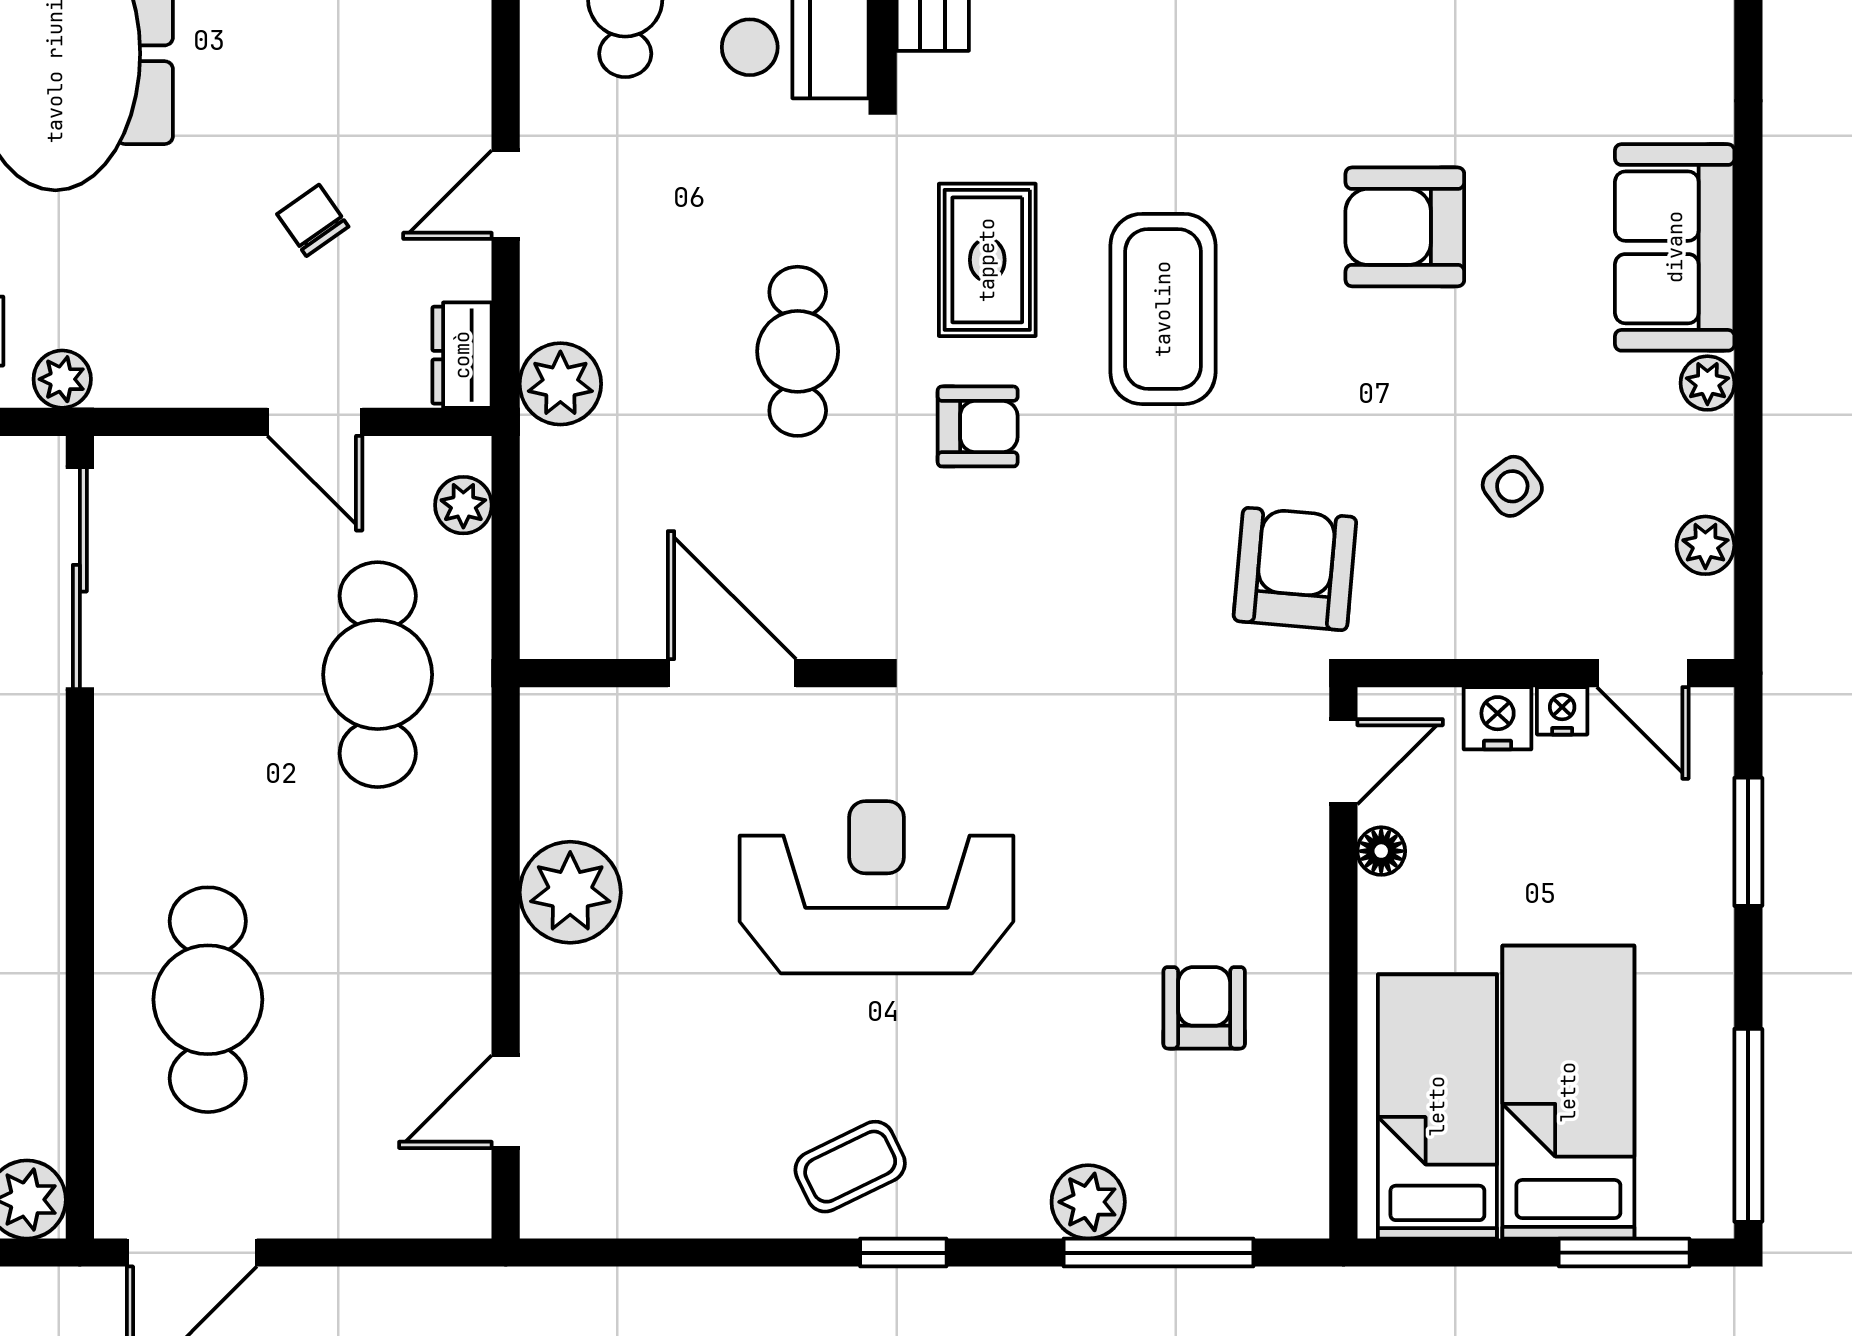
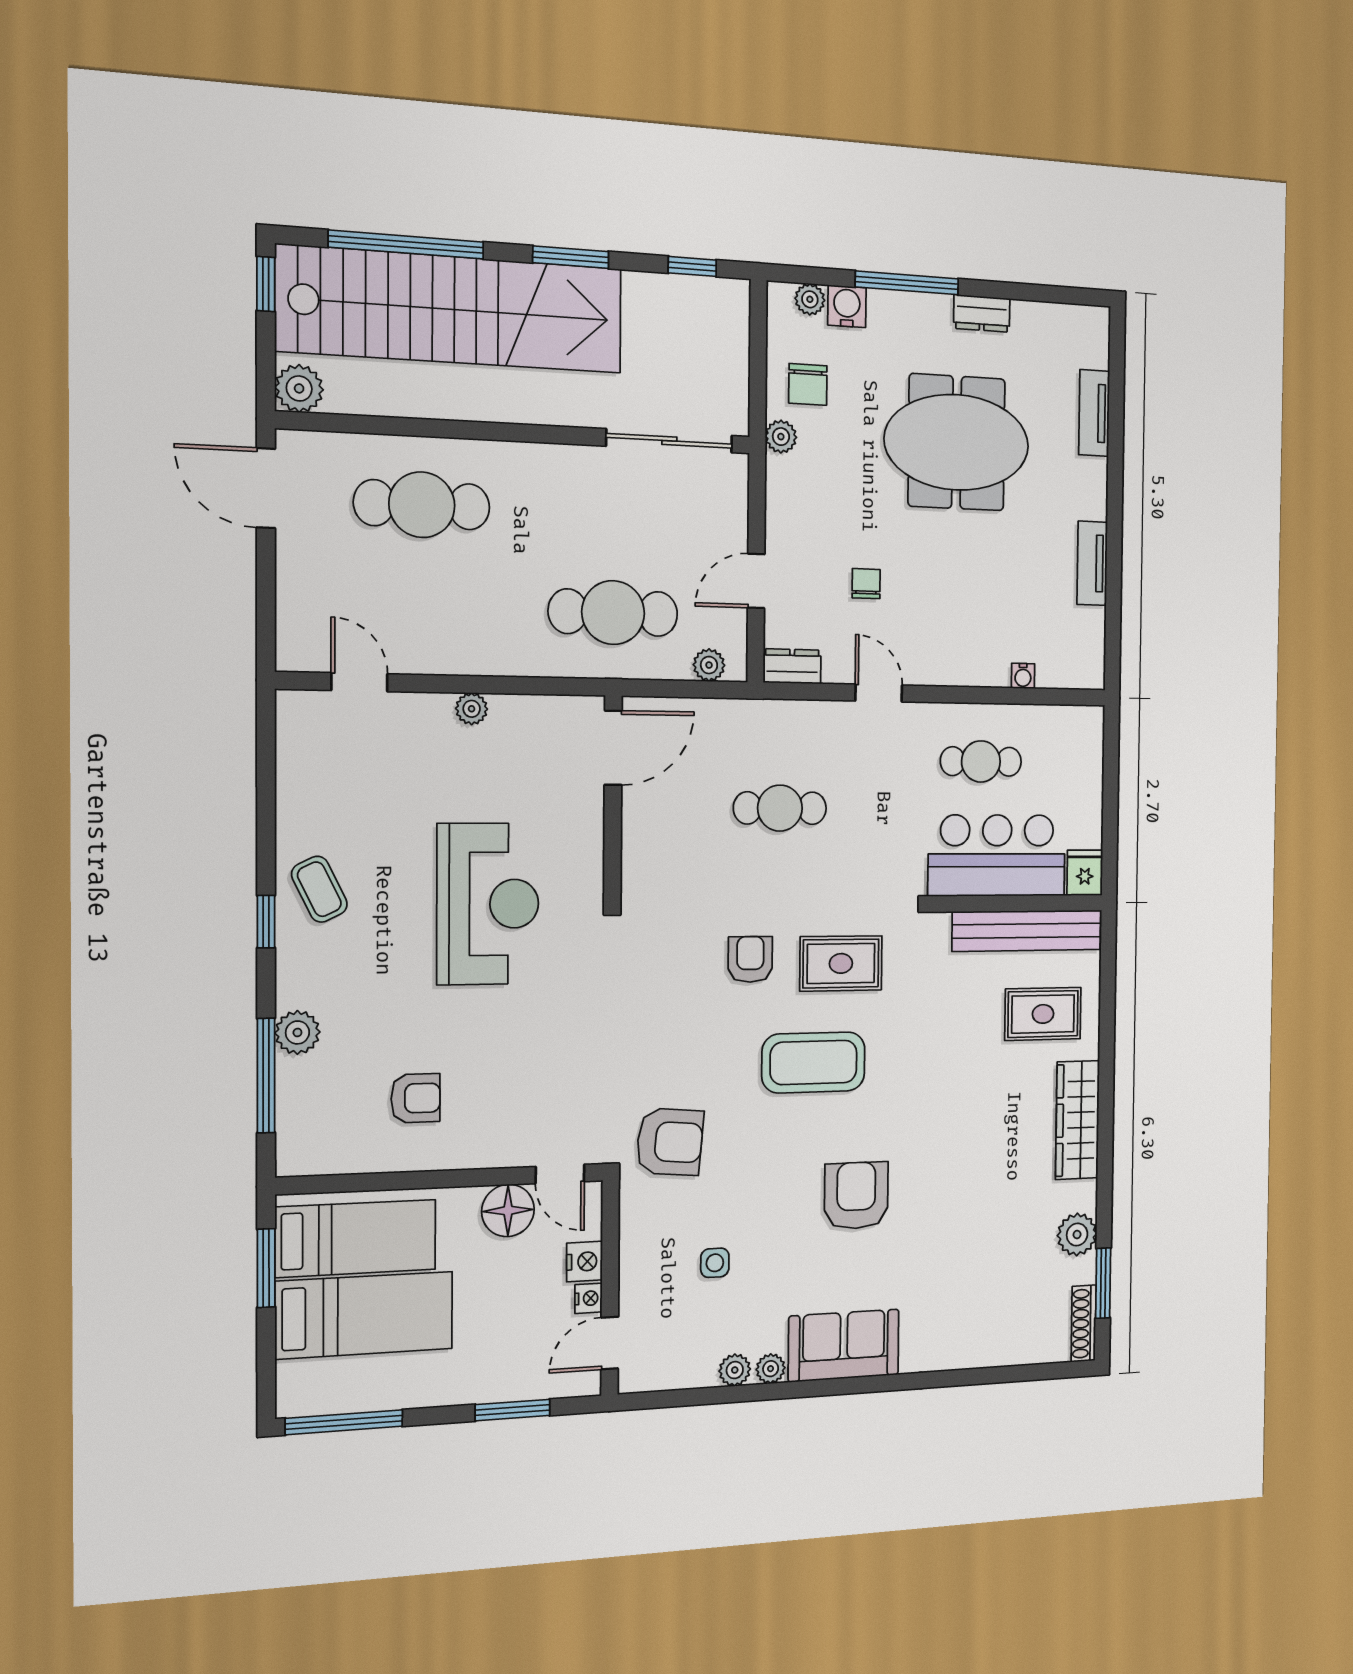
chair: (313, 220) -> (866, 584), turned -55
cafe table: (798, 351) -> (780, 808), moved
plant: (560, 384) -> (776, 722), removed
armchair: (978, 426) -> (750, 959), turned 180
side table: (1512, 486) -> (715, 1263), turned 38
plant: (1705, 545) -> (735, 1370), moved
door: (732, 673) -> (613, 748), moved
floor lamp: (1381, 851) -> (508, 1210), width x1.89, depth x1.89
plant: (570, 892) -> (472, 709), width x0.53, depth x0.53
window: (1624, 1253) -> (266, 1268), moved

